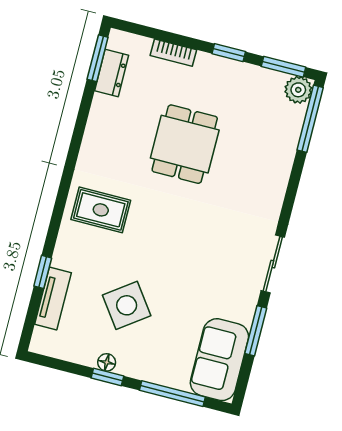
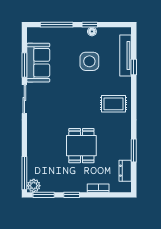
window: (98, 58) -> (134, 150), moved
tv unit: (53, 298) -> (126, 55), width x1.41
side table: (127, 305) -> (89, 61), turned 36
sofa: (219, 360) -> (38, 63), moved

